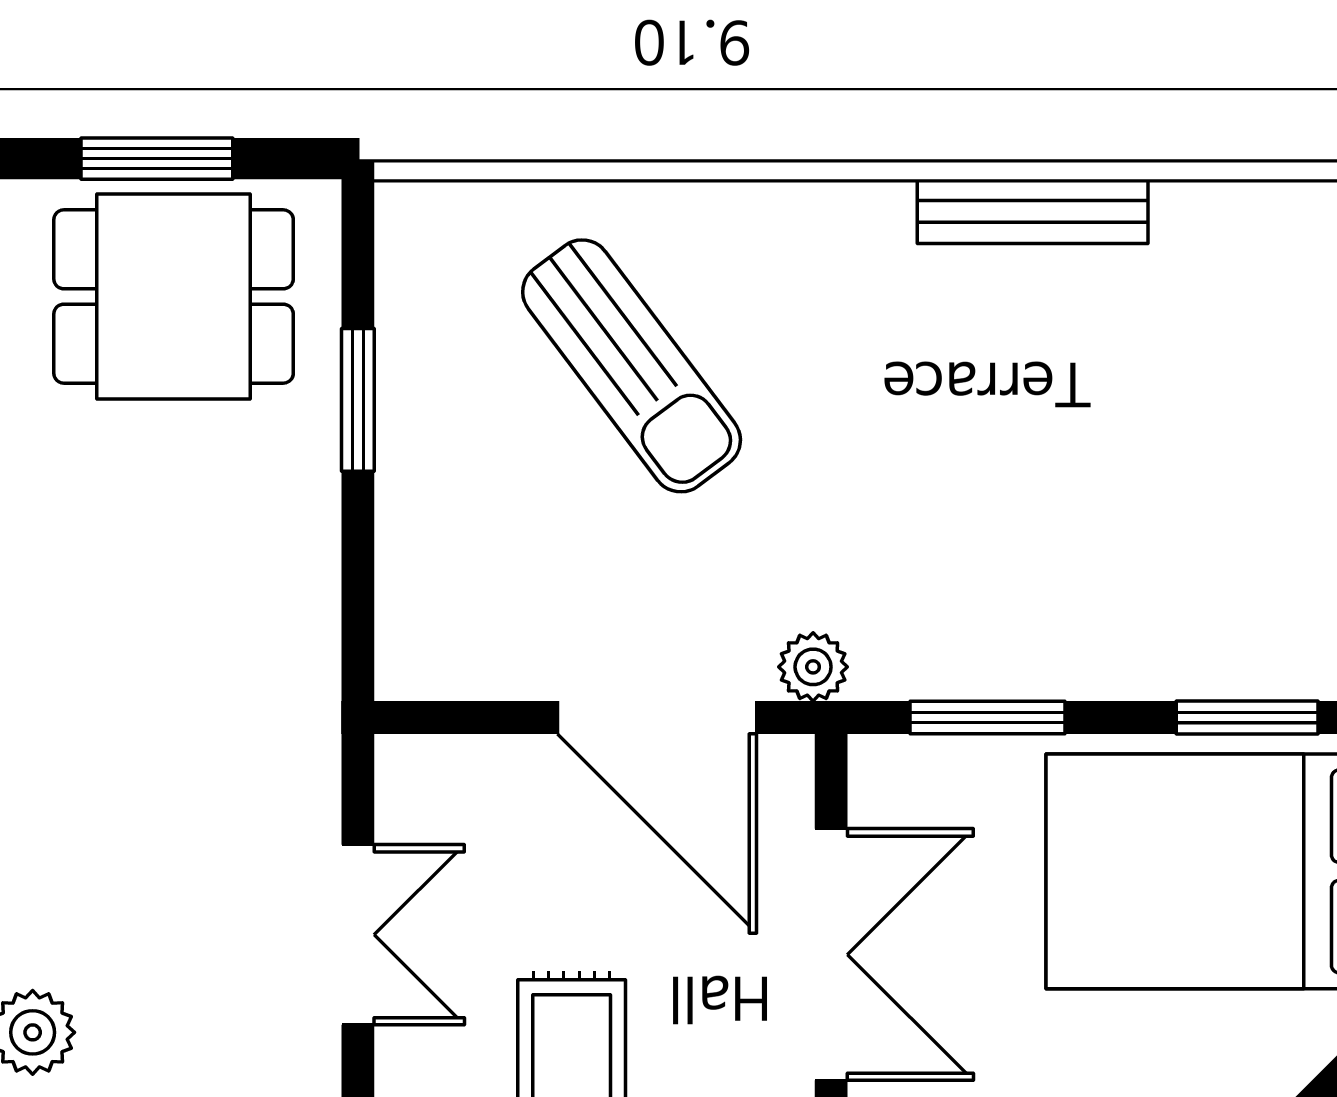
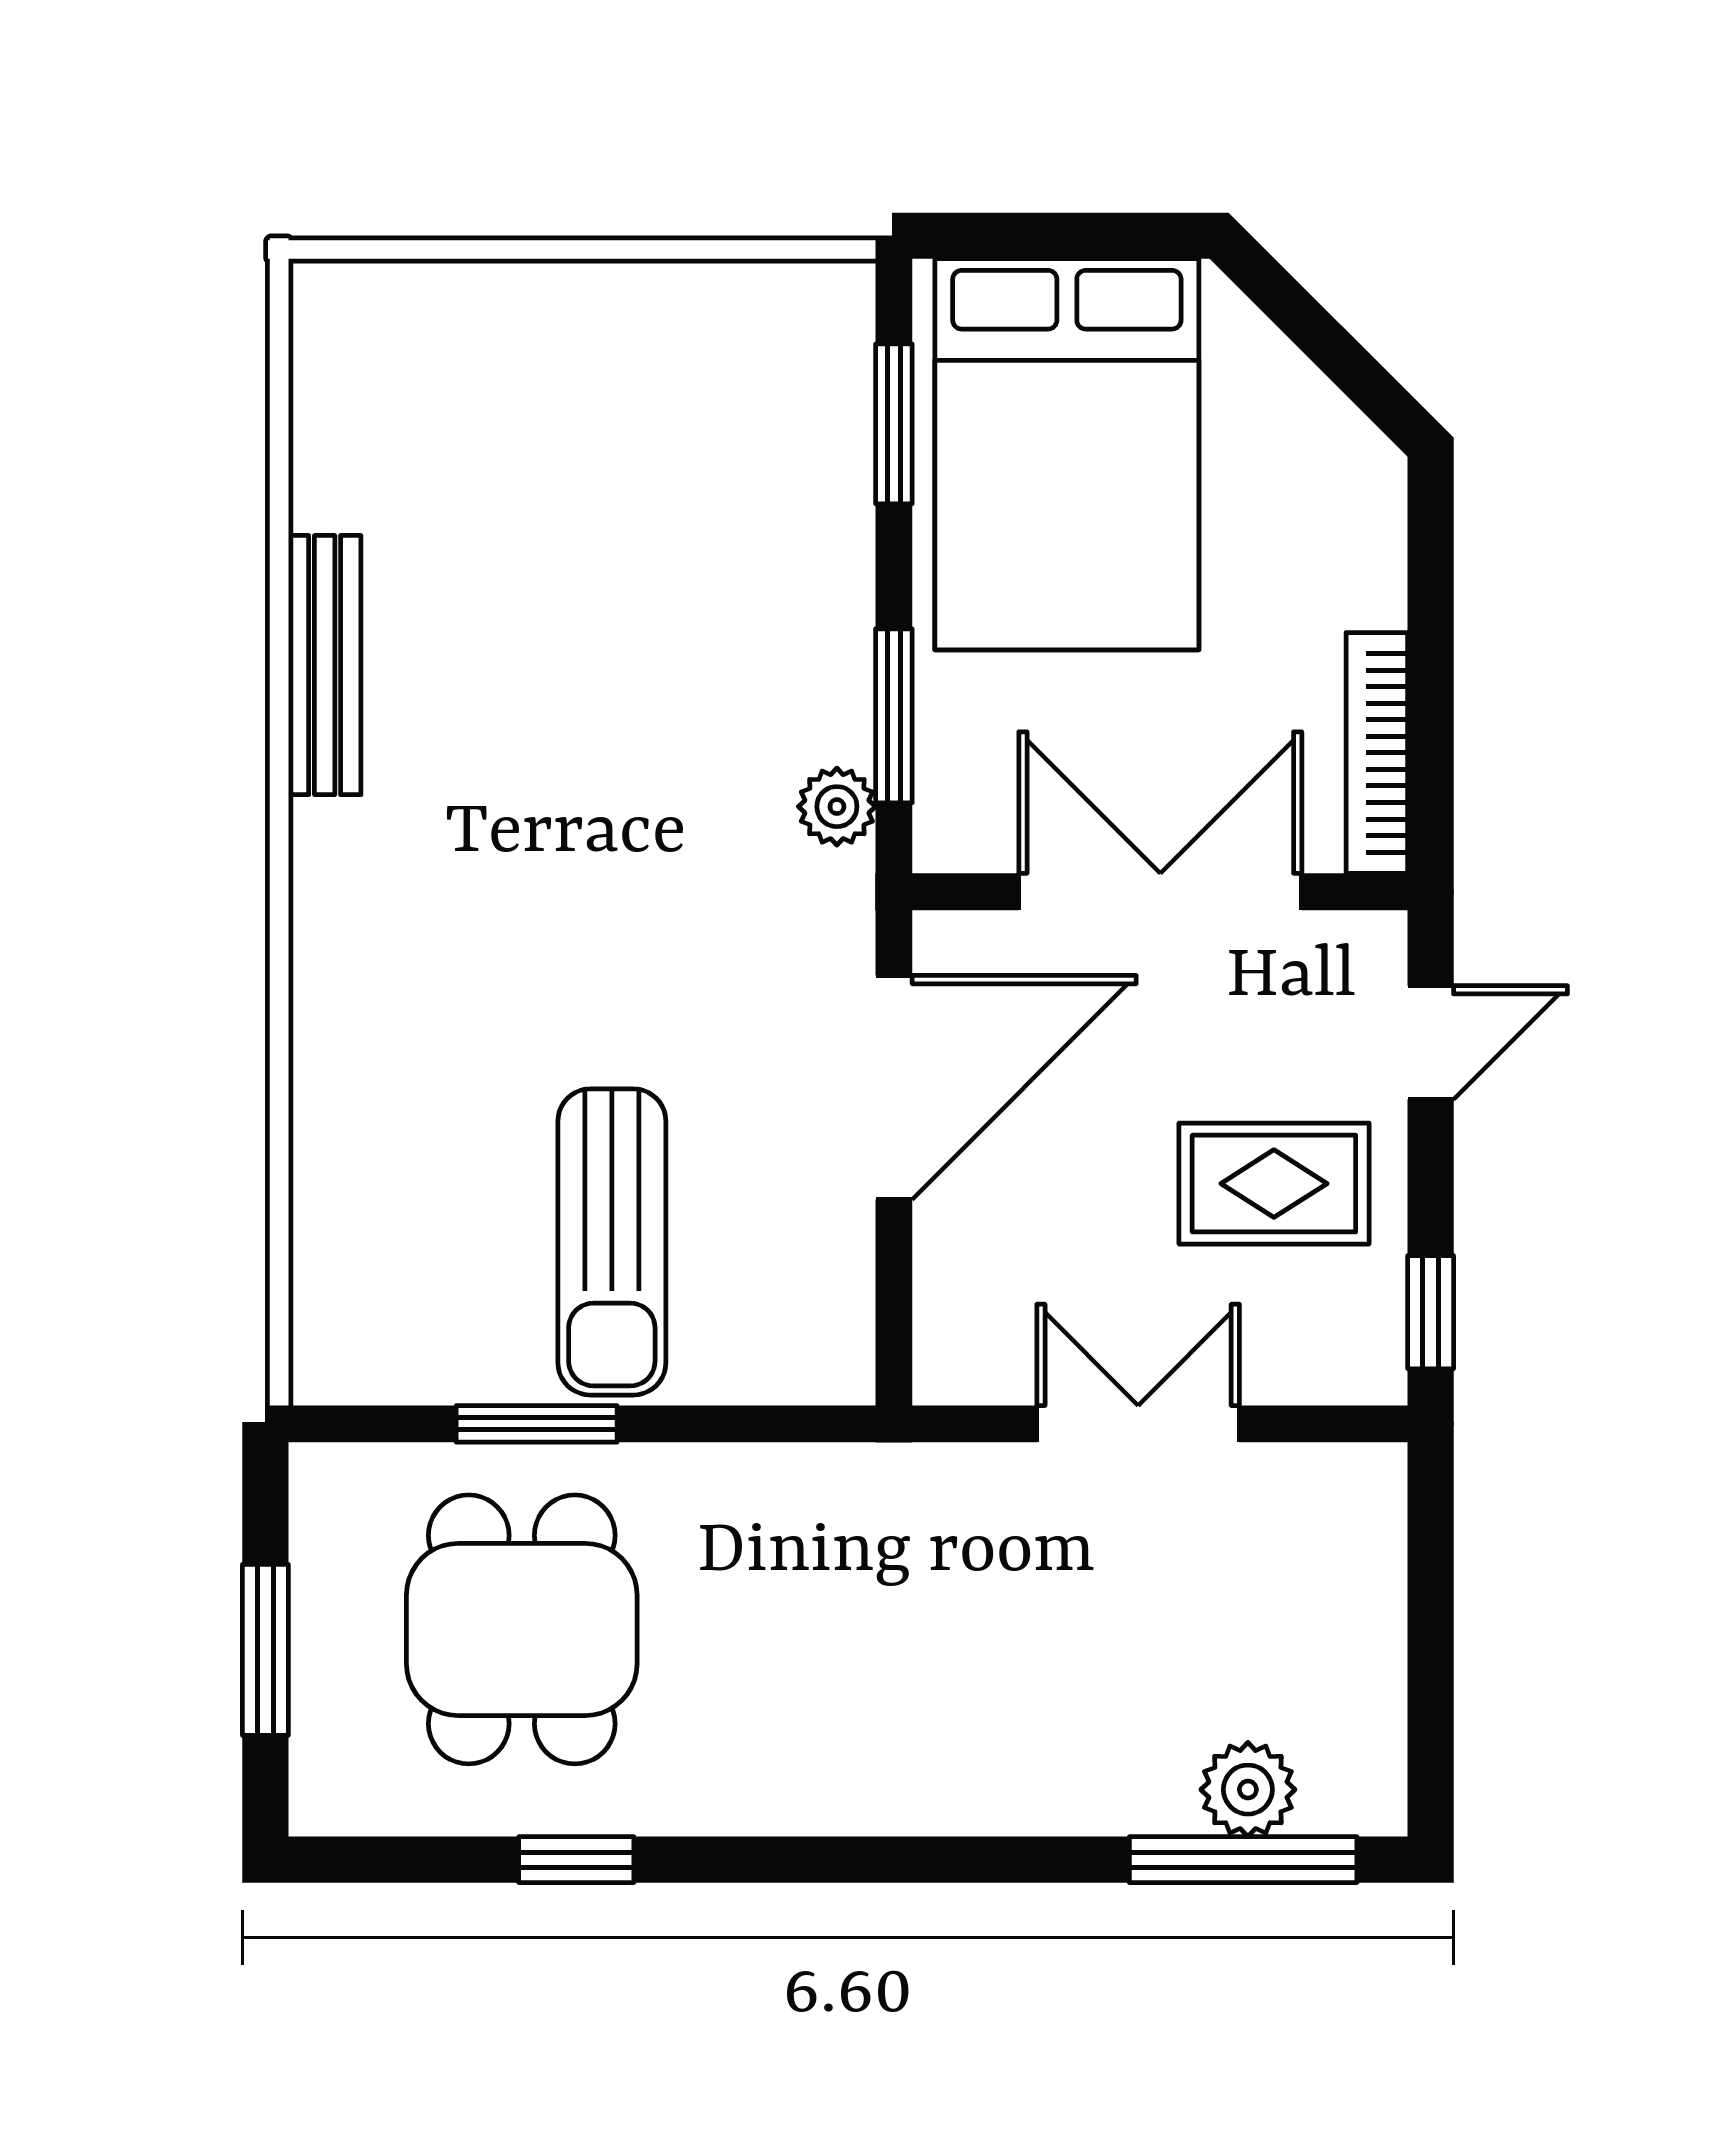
dining table: (174, 296) -> (522, 1629), moved
sun lounger: (632, 366) -> (612, 1242), moved, turned 127
plant: (813, 667) -> (837, 807), moved

